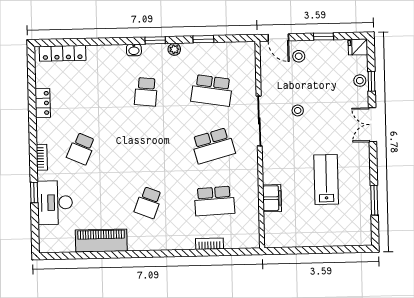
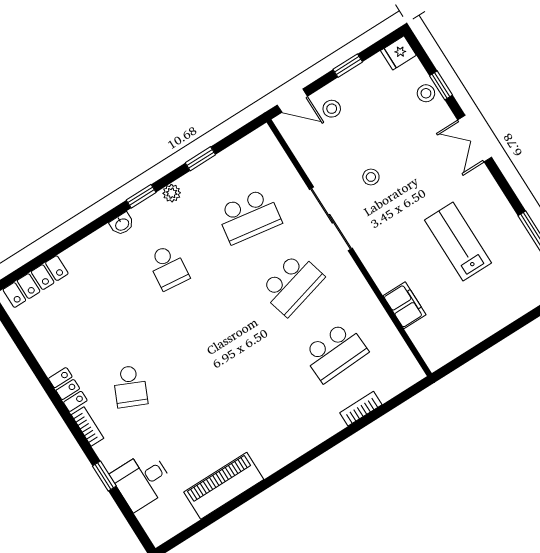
locker: (43, 103) -> (68, 390), moved
desk: (55, 203) -> (142, 480), width x0.73
school desk: (148, 203) -> (254, 403), removed

